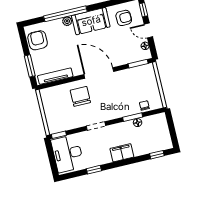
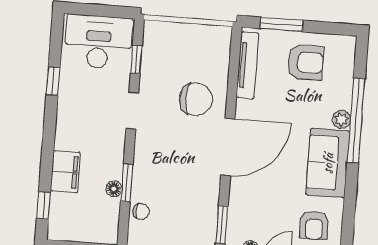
armchair: (38, 40) -> (305, 62), moved
window: (59, 135) -> (136, 59), moved
filing cabinet: (122, 153) -> (65, 172), moved

